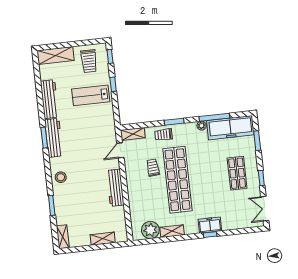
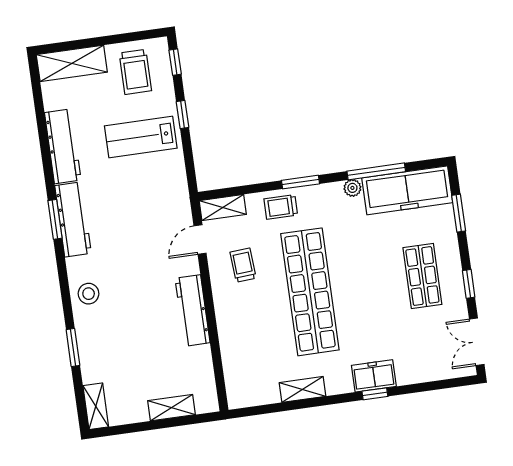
trolley: (153, 168) -> (243, 265), moved
plant: (150, 230) -> (261, 389), removed

